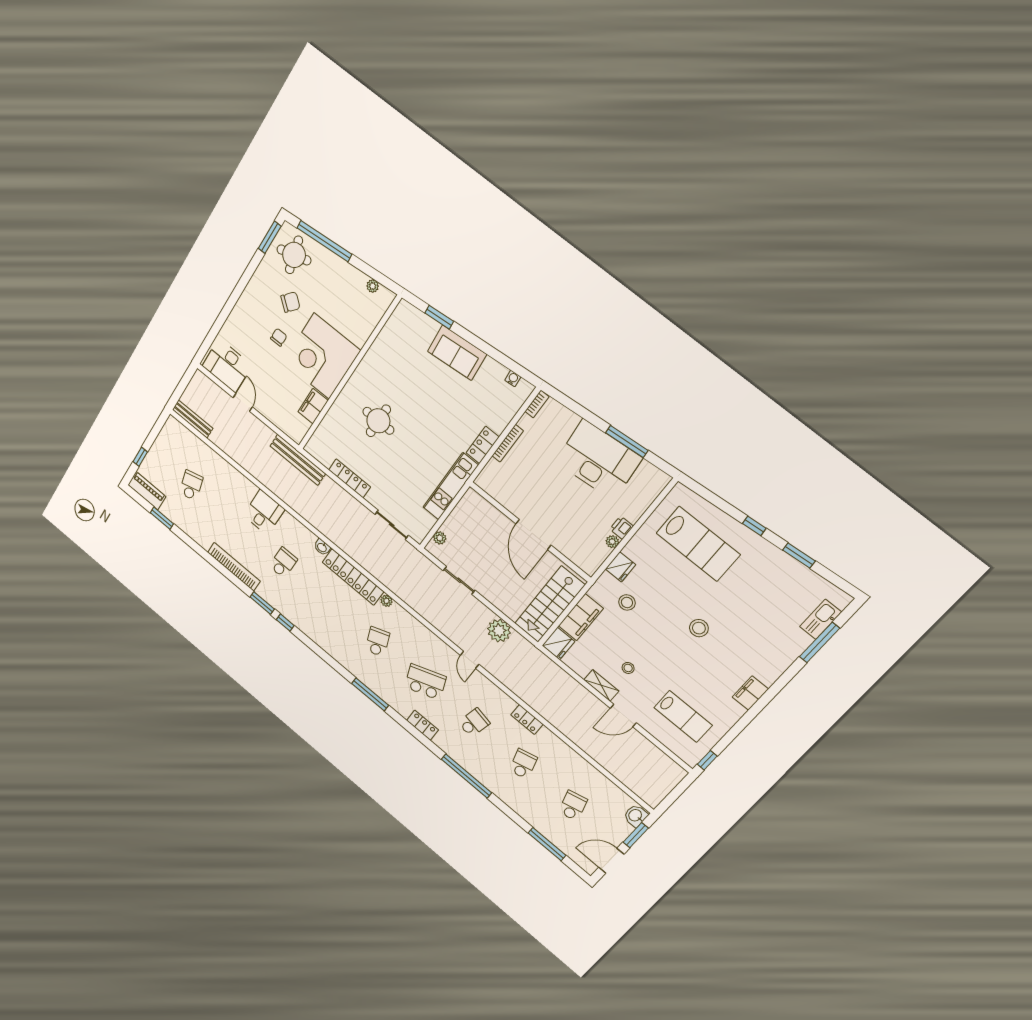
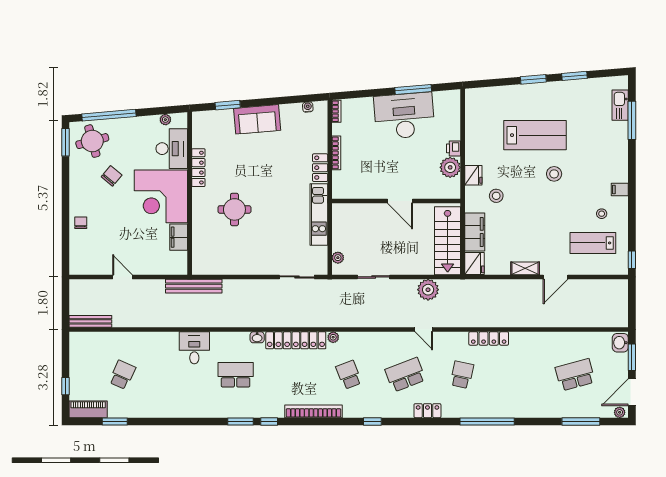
chair: (279, 337) -> (81, 223), moved
desk: (227, 366) -> (172, 149), moved, turned -90
locker: (350, 478) -> (198, 168), moved, turned 90
school desk: (191, 485) -> (122, 375), turned 39
window: (754, 526) -> (533, 79), width x1.50
door: (533, 534) -> (400, 201), width x0.73
plant: (612, 542) -> (450, 167), width x1.88, depth x1.88
lab bench: (698, 544) -> (535, 135), moved
school desk: (283, 563) -> (236, 375), width x1.85
bookcase: (234, 567) -> (314, 411), moved
stool: (628, 668) -> (602, 214), moved
filing cabinet: (750, 693) -> (620, 190), width x0.50
window: (370, 694) -> (372, 421), width x0.46
lab bench: (683, 716) -> (593, 243), turned 180
locker: (527, 719) -> (489, 338), width x1.53
school desk: (523, 764) -> (519, 375), removed
school desk: (573, 806) -> (575, 375), width x1.85
plant: (587, 866) -> (620, 412), added

